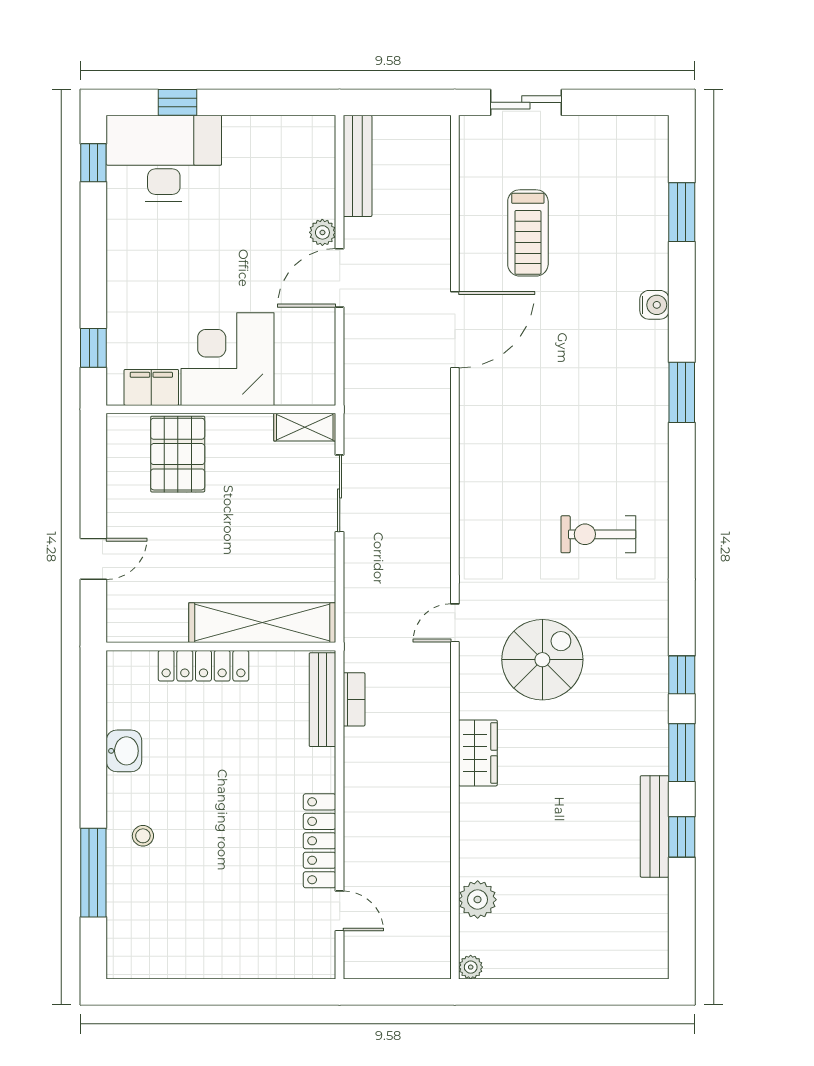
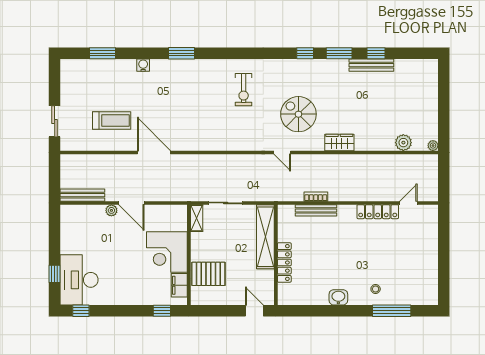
shelving: (262, 623) -> (265, 237), moved
wall: (221, 646) -> (276, 255), moved
locker: (203, 666) -> (284, 263), moved

